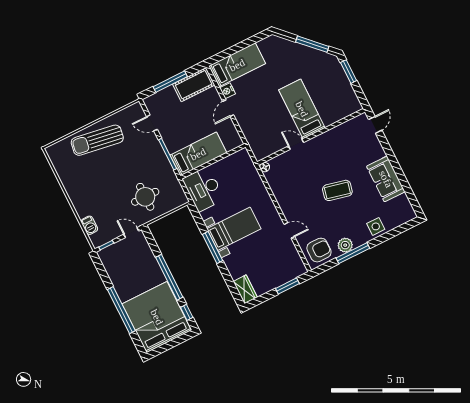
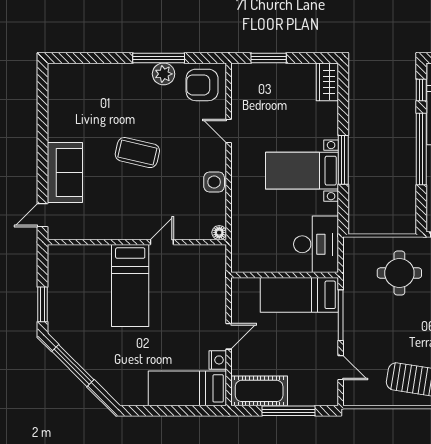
door: (296, 144) -> (162, 242), swing flipped
sofa: (386, 179) -> (65, 172), moved
side table: (376, 226) -> (214, 182), moved

